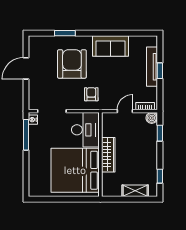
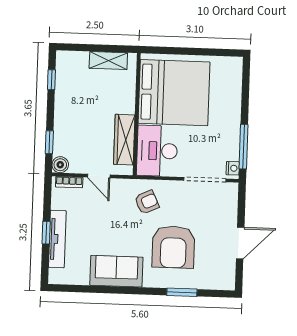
armchair: (91, 94) -> (147, 202), turned -115
door: (125, 111) -> (99, 176), hinge flipped
wardrobe: (108, 155) -> (124, 140), moved
shelving: (135, 191) -> (108, 61), moved

